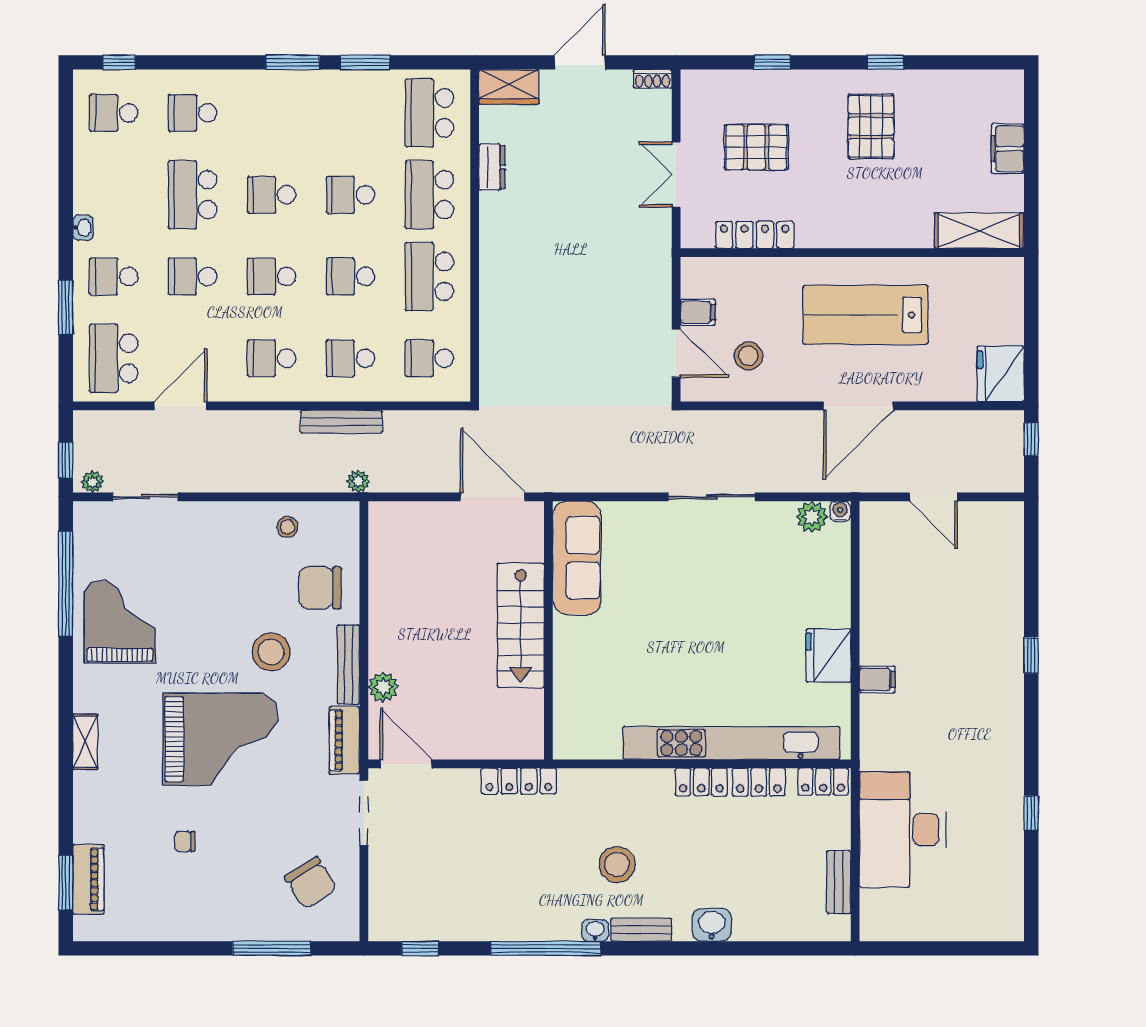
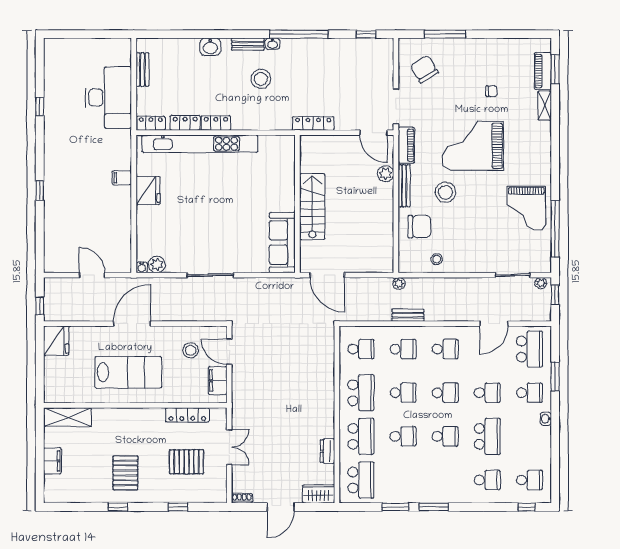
filing cabinet: (698, 312) -> (218, 381), width x2.00
bench: (341, 422) -> (408, 315), width x0.73
shelving: (85, 742) -> (545, 106), moved

